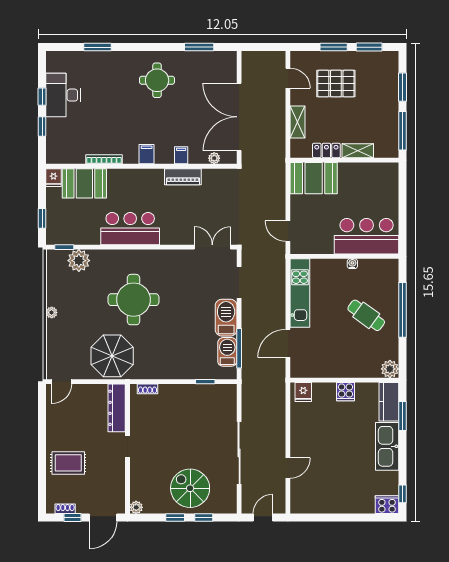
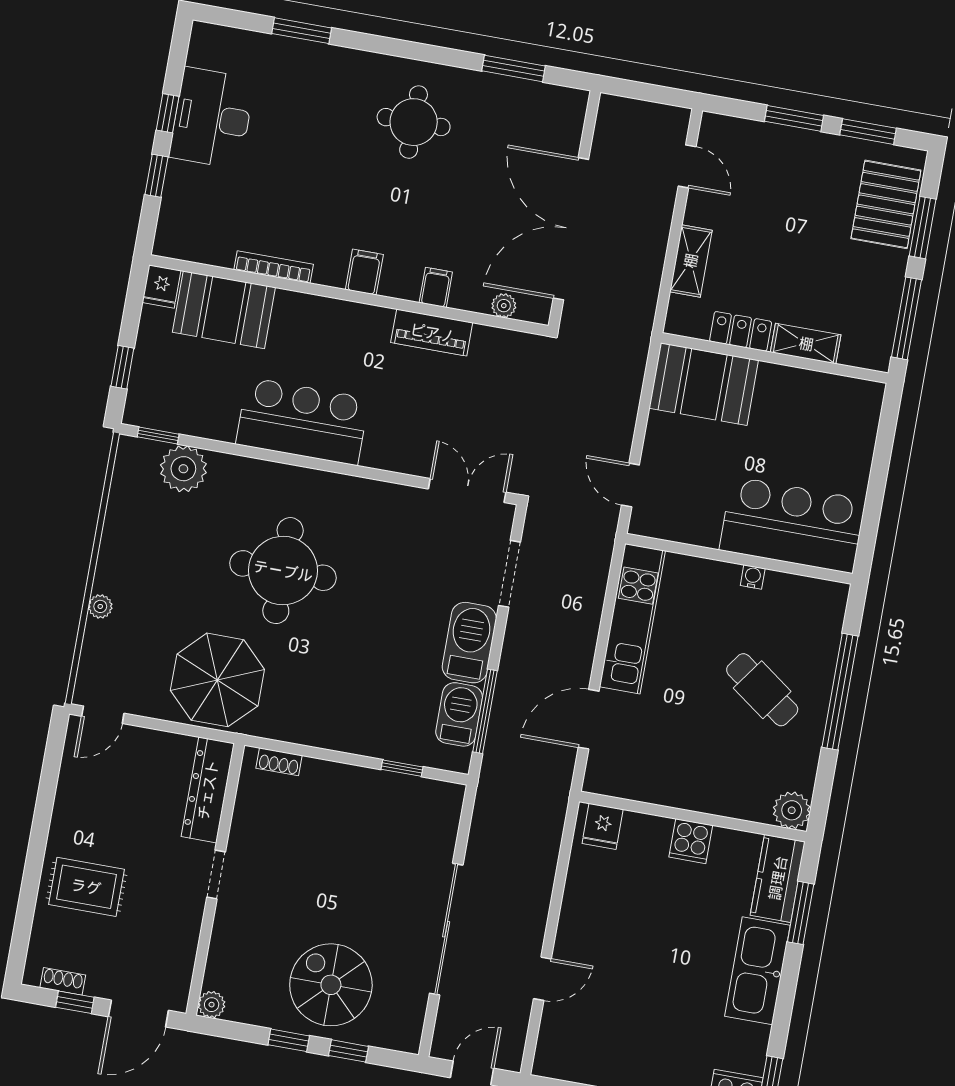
pallet: (336, 84) -> (886, 204), moved, turned 90
plant: (52, 312) -> (100, 606), moved

